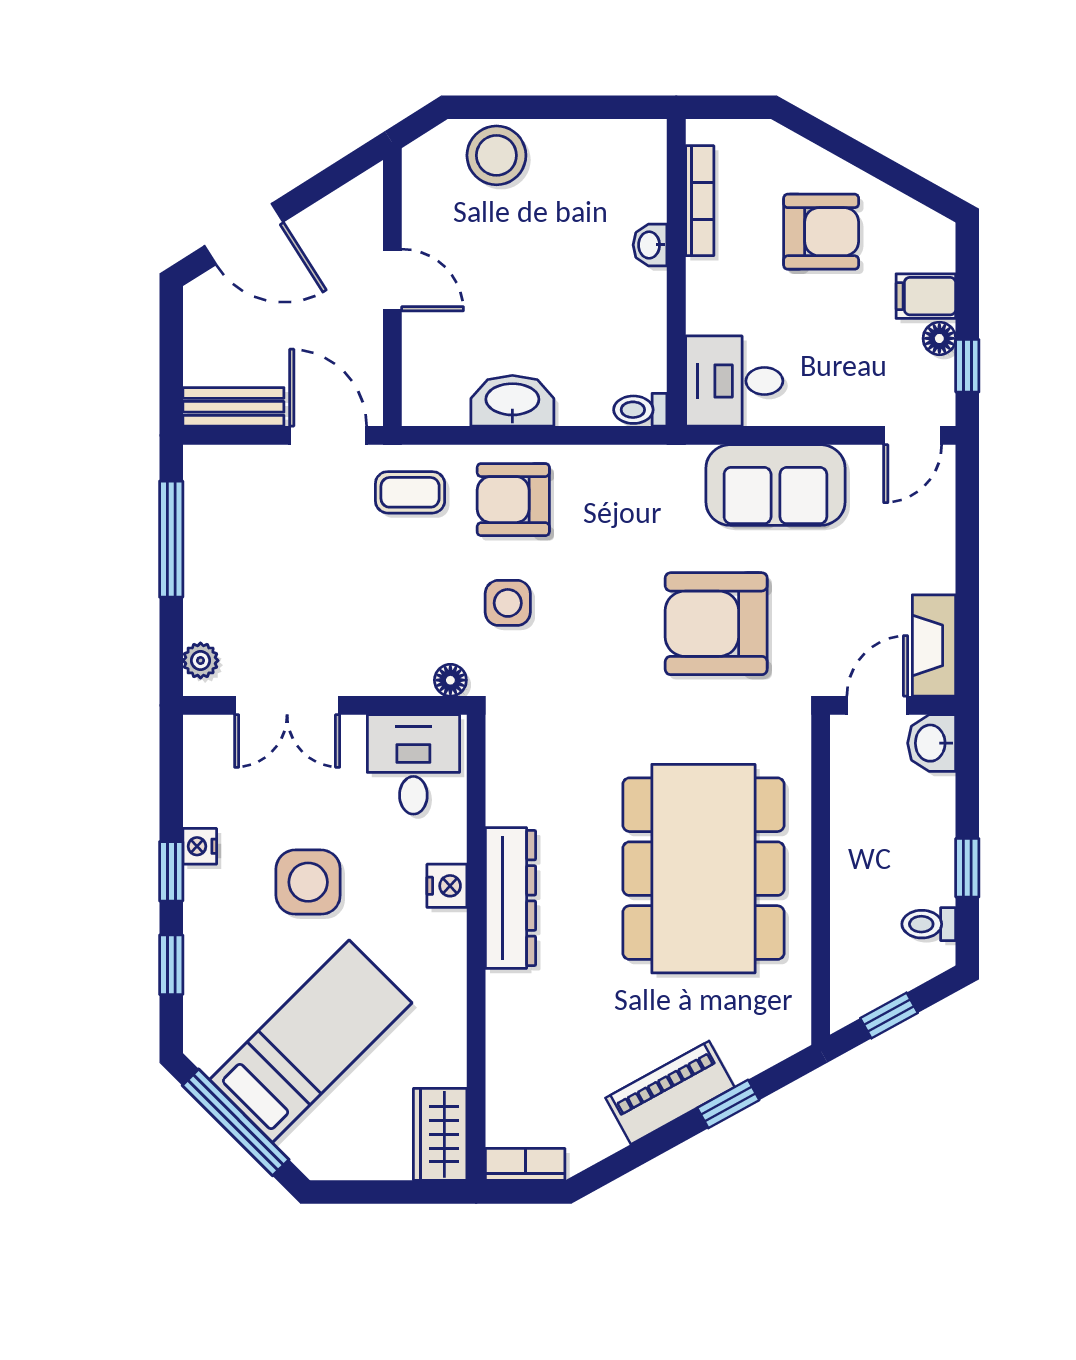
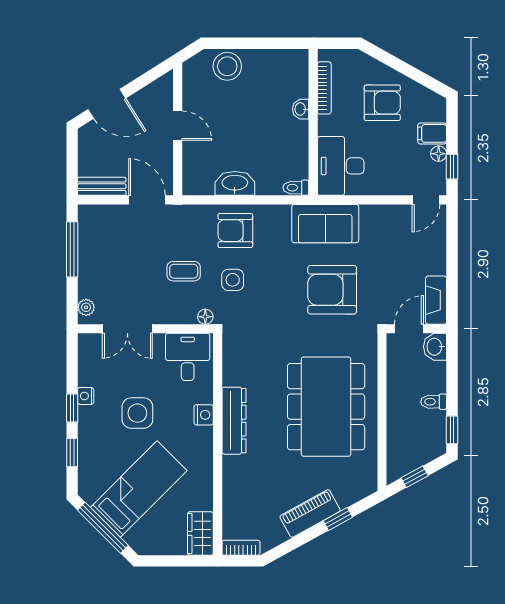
desk: (734, 381) -> (341, 166), width x1.37
sofa: (775, 485) -> (325, 224), moved
coffee table: (410, 492) -> (184, 271), moved
window: (967, 868) -> (452, 430), moved
toilet: (929, 924) -> (434, 402), moved

